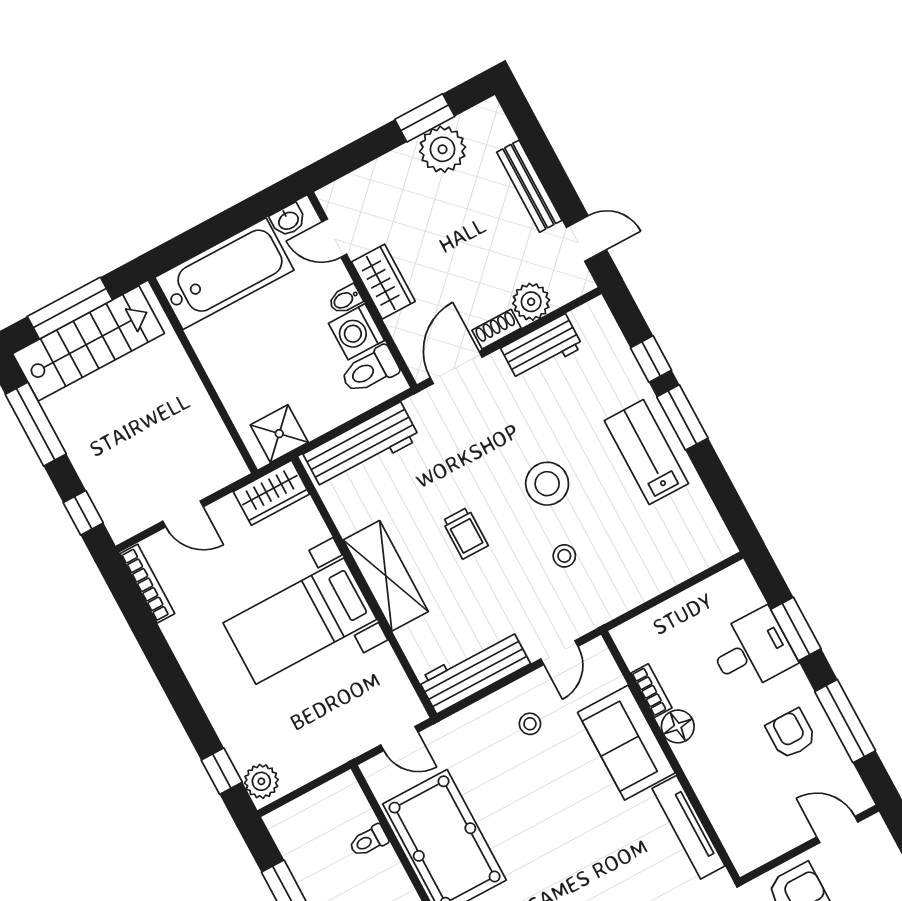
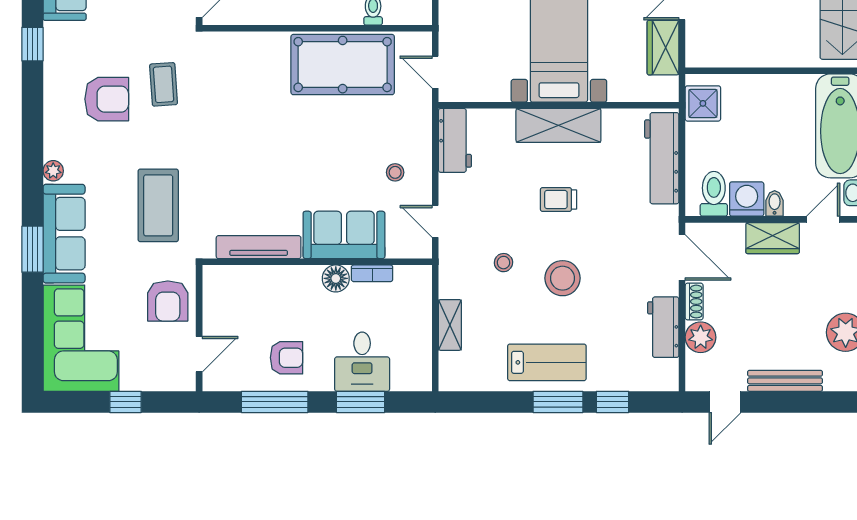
wardrobe: (271, 493) -> (663, 48), moved
shelving: (662, 578) -> (450, 325), added
workbench: (474, 671) -> (455, 140), width x0.73
door: (399, 738) -> (435, 72), hinge flipped

